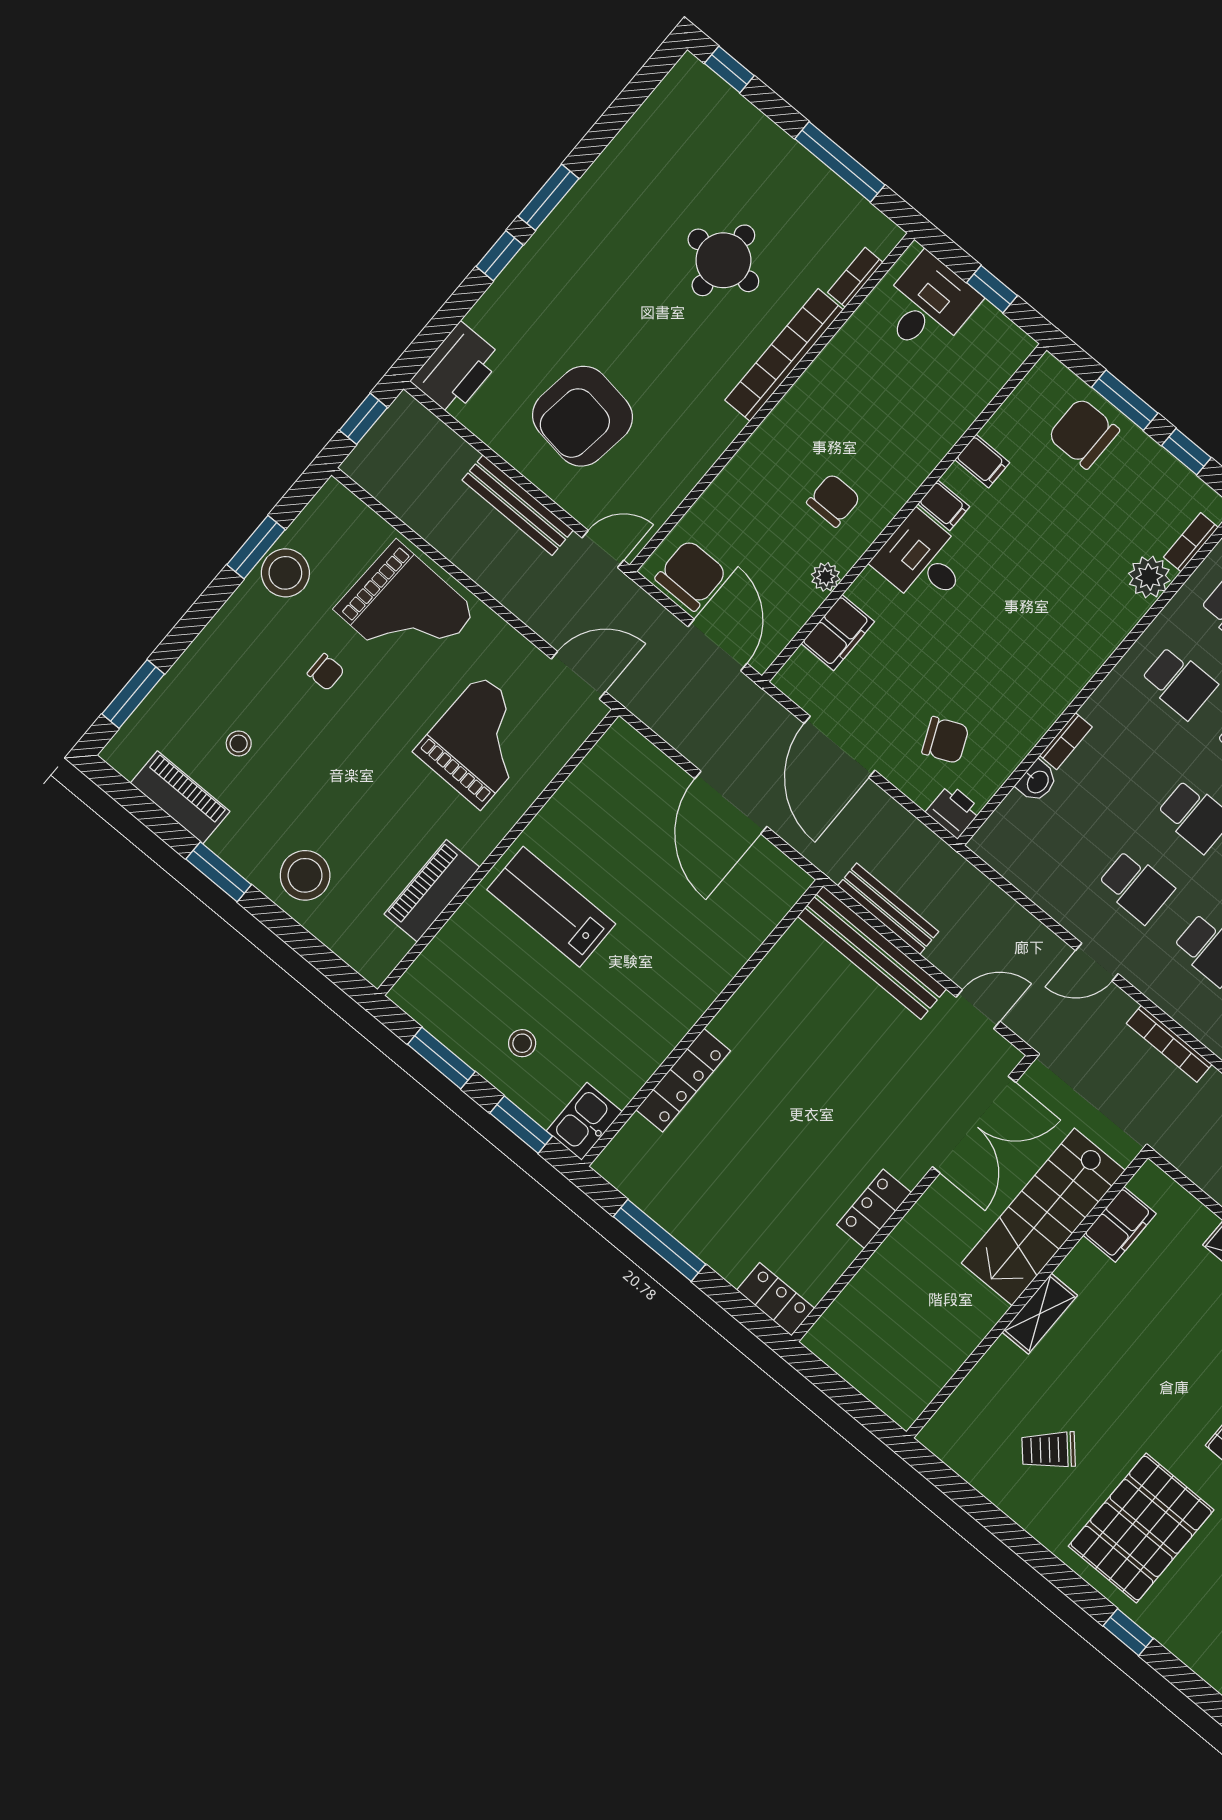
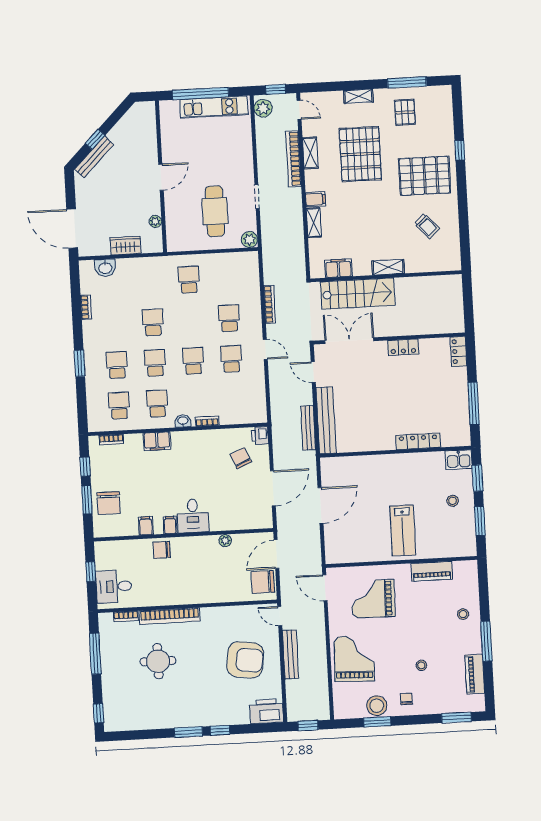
chair: (834, 500) -> (162, 550), moved
plant: (1149, 577) -> (134, 442), removed
filing cabinet: (838, 633) -> (157, 441), moved, turned 180
chair: (326, 672) -> (406, 699), moved
stool: (239, 744) -> (421, 665), moved
washbasin: (1037, 781) -> (183, 421), moved
window: (219, 872) -> (486, 641), width x1.44
stool: (305, 875) -> (463, 614), width x0.53, depth x0.53

